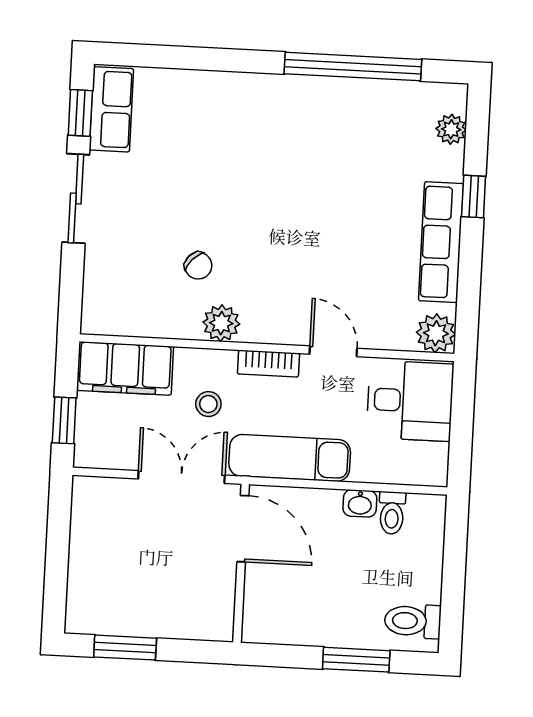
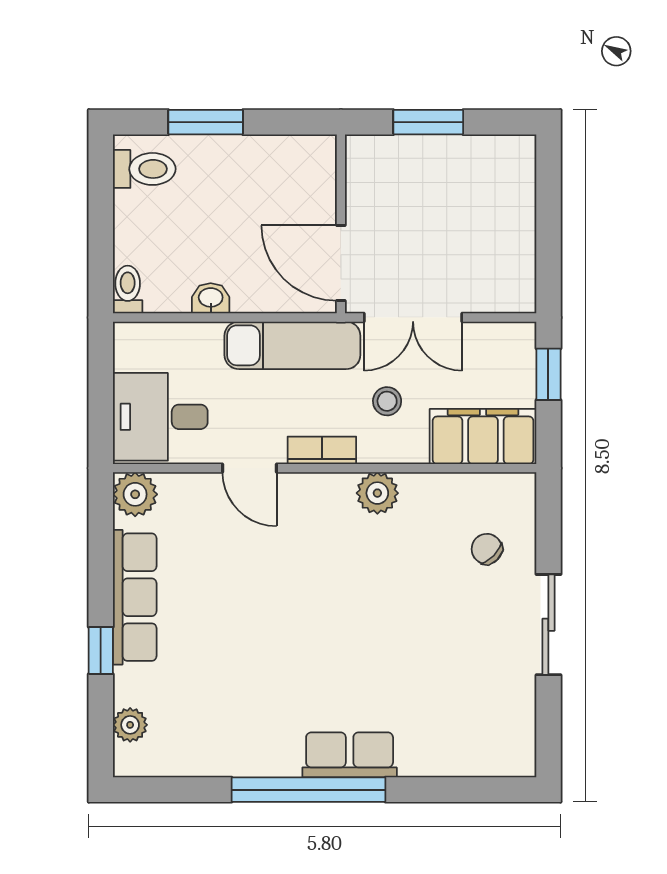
window: (353, 67) -> (309, 790), moved
row of seats: (111, 109) -> (350, 755), moved, turned 90
window: (80, 113) -> (548, 722), removed
chair: (198, 266) -> (487, 549), moved
toilet: (392, 513) -> (128, 290), moved
window: (125, 648) -> (428, 122), moved

